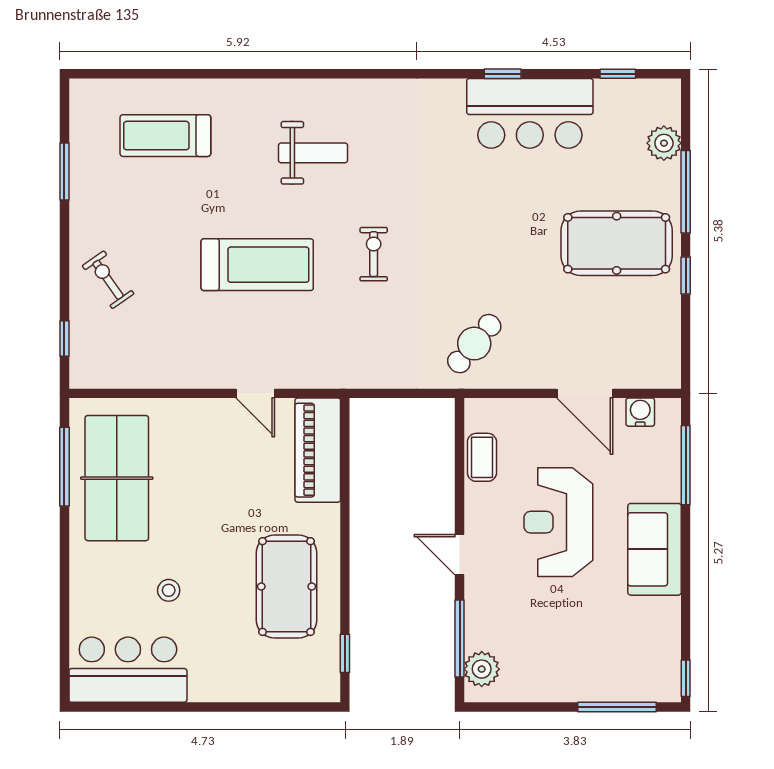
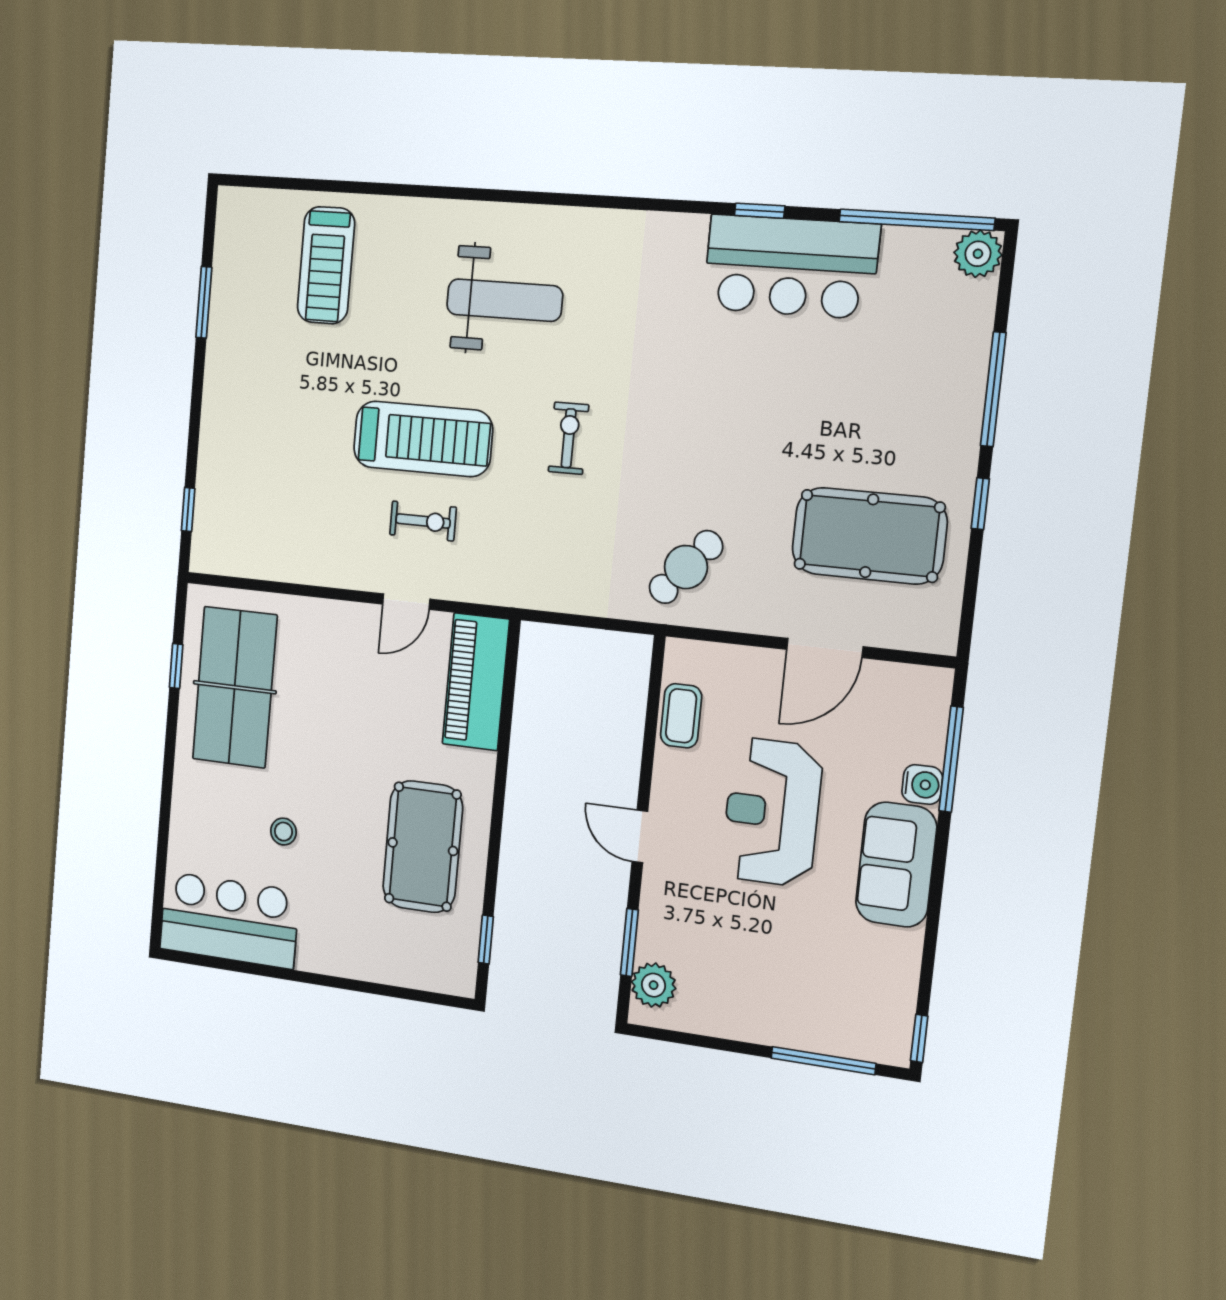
window: (618, 74) -> (916, 220), width x3.17
treadmill: (165, 136) -> (326, 265), turned -90
plant: (664, 143) -> (978, 254), moved
weight bench: (313, 153) -> (504, 300), width x1.36, depth x1.33
pool table: (617, 243) -> (869, 536), moved
exercise bike: (108, 280) -> (423, 521), moved, turned 125
door: (255, 393) -> (406, 602), hinge flipped
door: (585, 393) -> (825, 648), hinge flipped
water cooler: (640, 412) -> (922, 784), moved, turned 90
window: (64, 467) -> (176, 666), width x0.46
window: (460, 638) -> (629, 942), width x0.69

